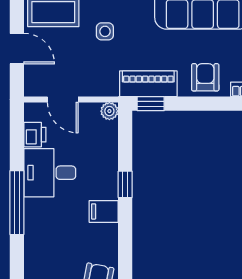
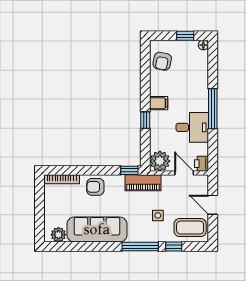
armchair: (205, 77) -> (95, 187), turned 90
piano: (148, 84) -> (143, 183), moved
plant: (109, 111) -> (160, 161), width x1.87, depth x1.87
printer: (35, 135) -> (202, 164), moved

